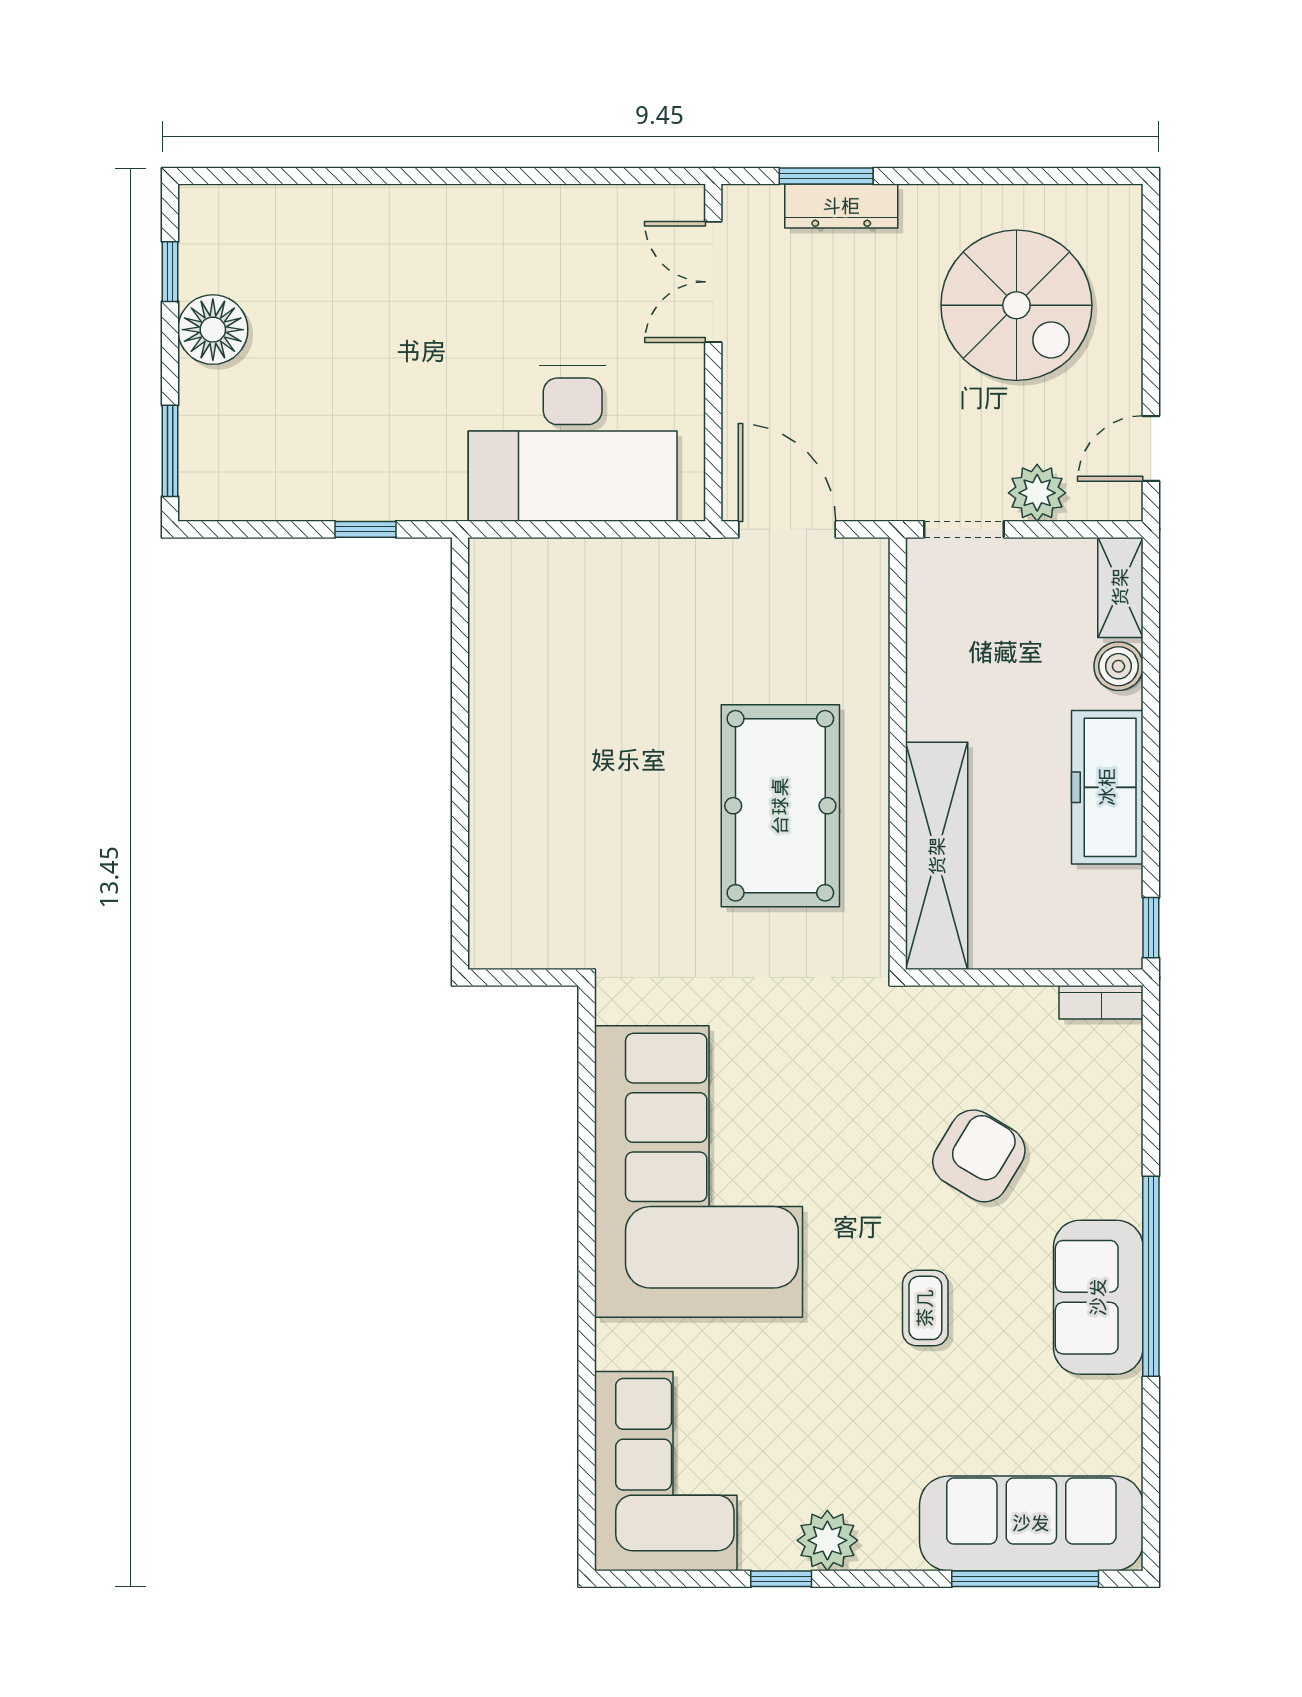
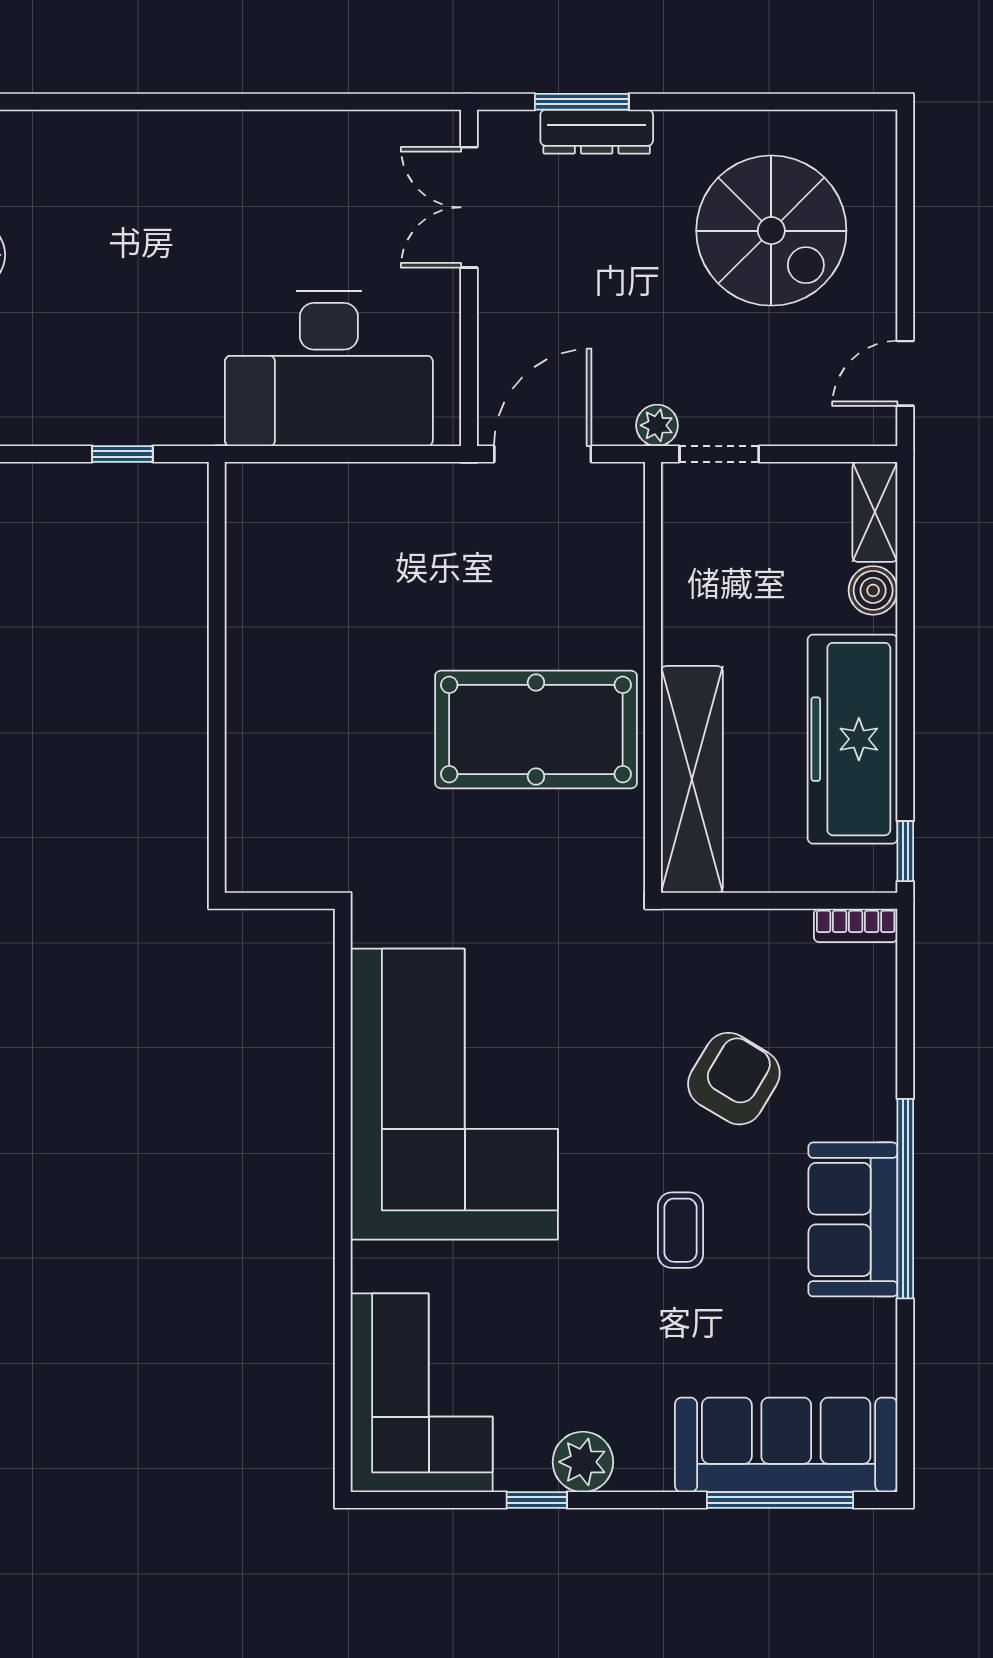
plant: (1037, 493) -> (657, 425), moved, width x0.73, depth x0.73
door: (787, 529) -> (543, 454), hinge flipped
freezer: (1107, 787) -> (853, 739), width x1.36, depth x1.26
pool table: (780, 806) -> (536, 729), turned 90

